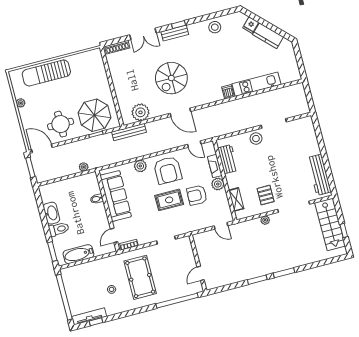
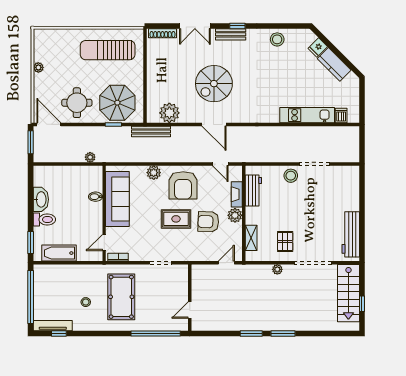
sun lounger: (46, 73) -> (108, 50), moved
dishwasher: (228, 92) -> (341, 115), moved
door: (221, 226) -> (226, 263), swing flipped

